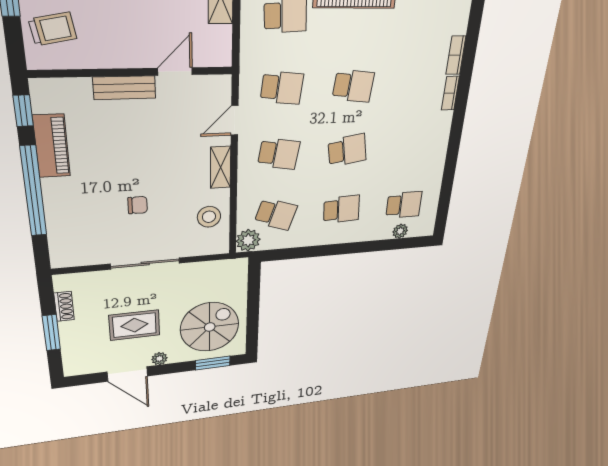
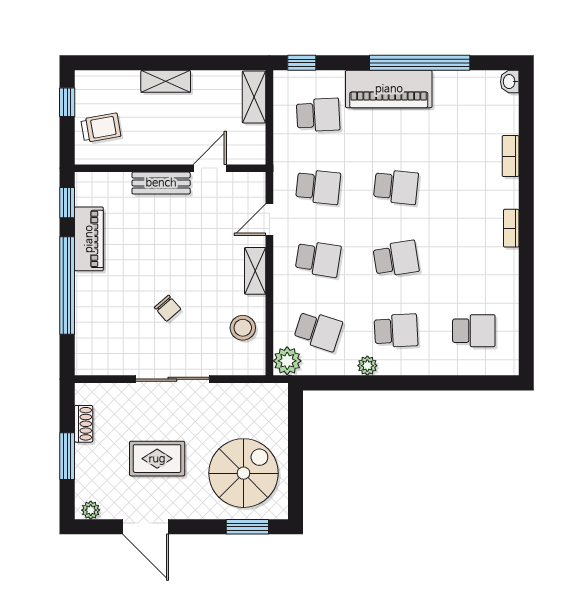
bookcase: (450, 93) -> (511, 228), moved
chair: (138, 205) -> (168, 308), turned 49
plant: (400, 231) -> (367, 366), moved
plant: (159, 359) -> (91, 510), moved

